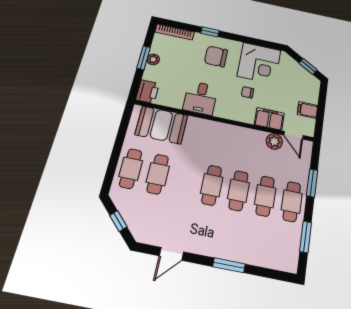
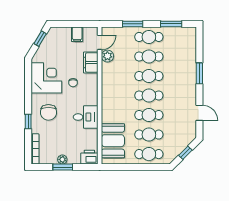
cafe table: (185, 180) -> (149, 115), added

